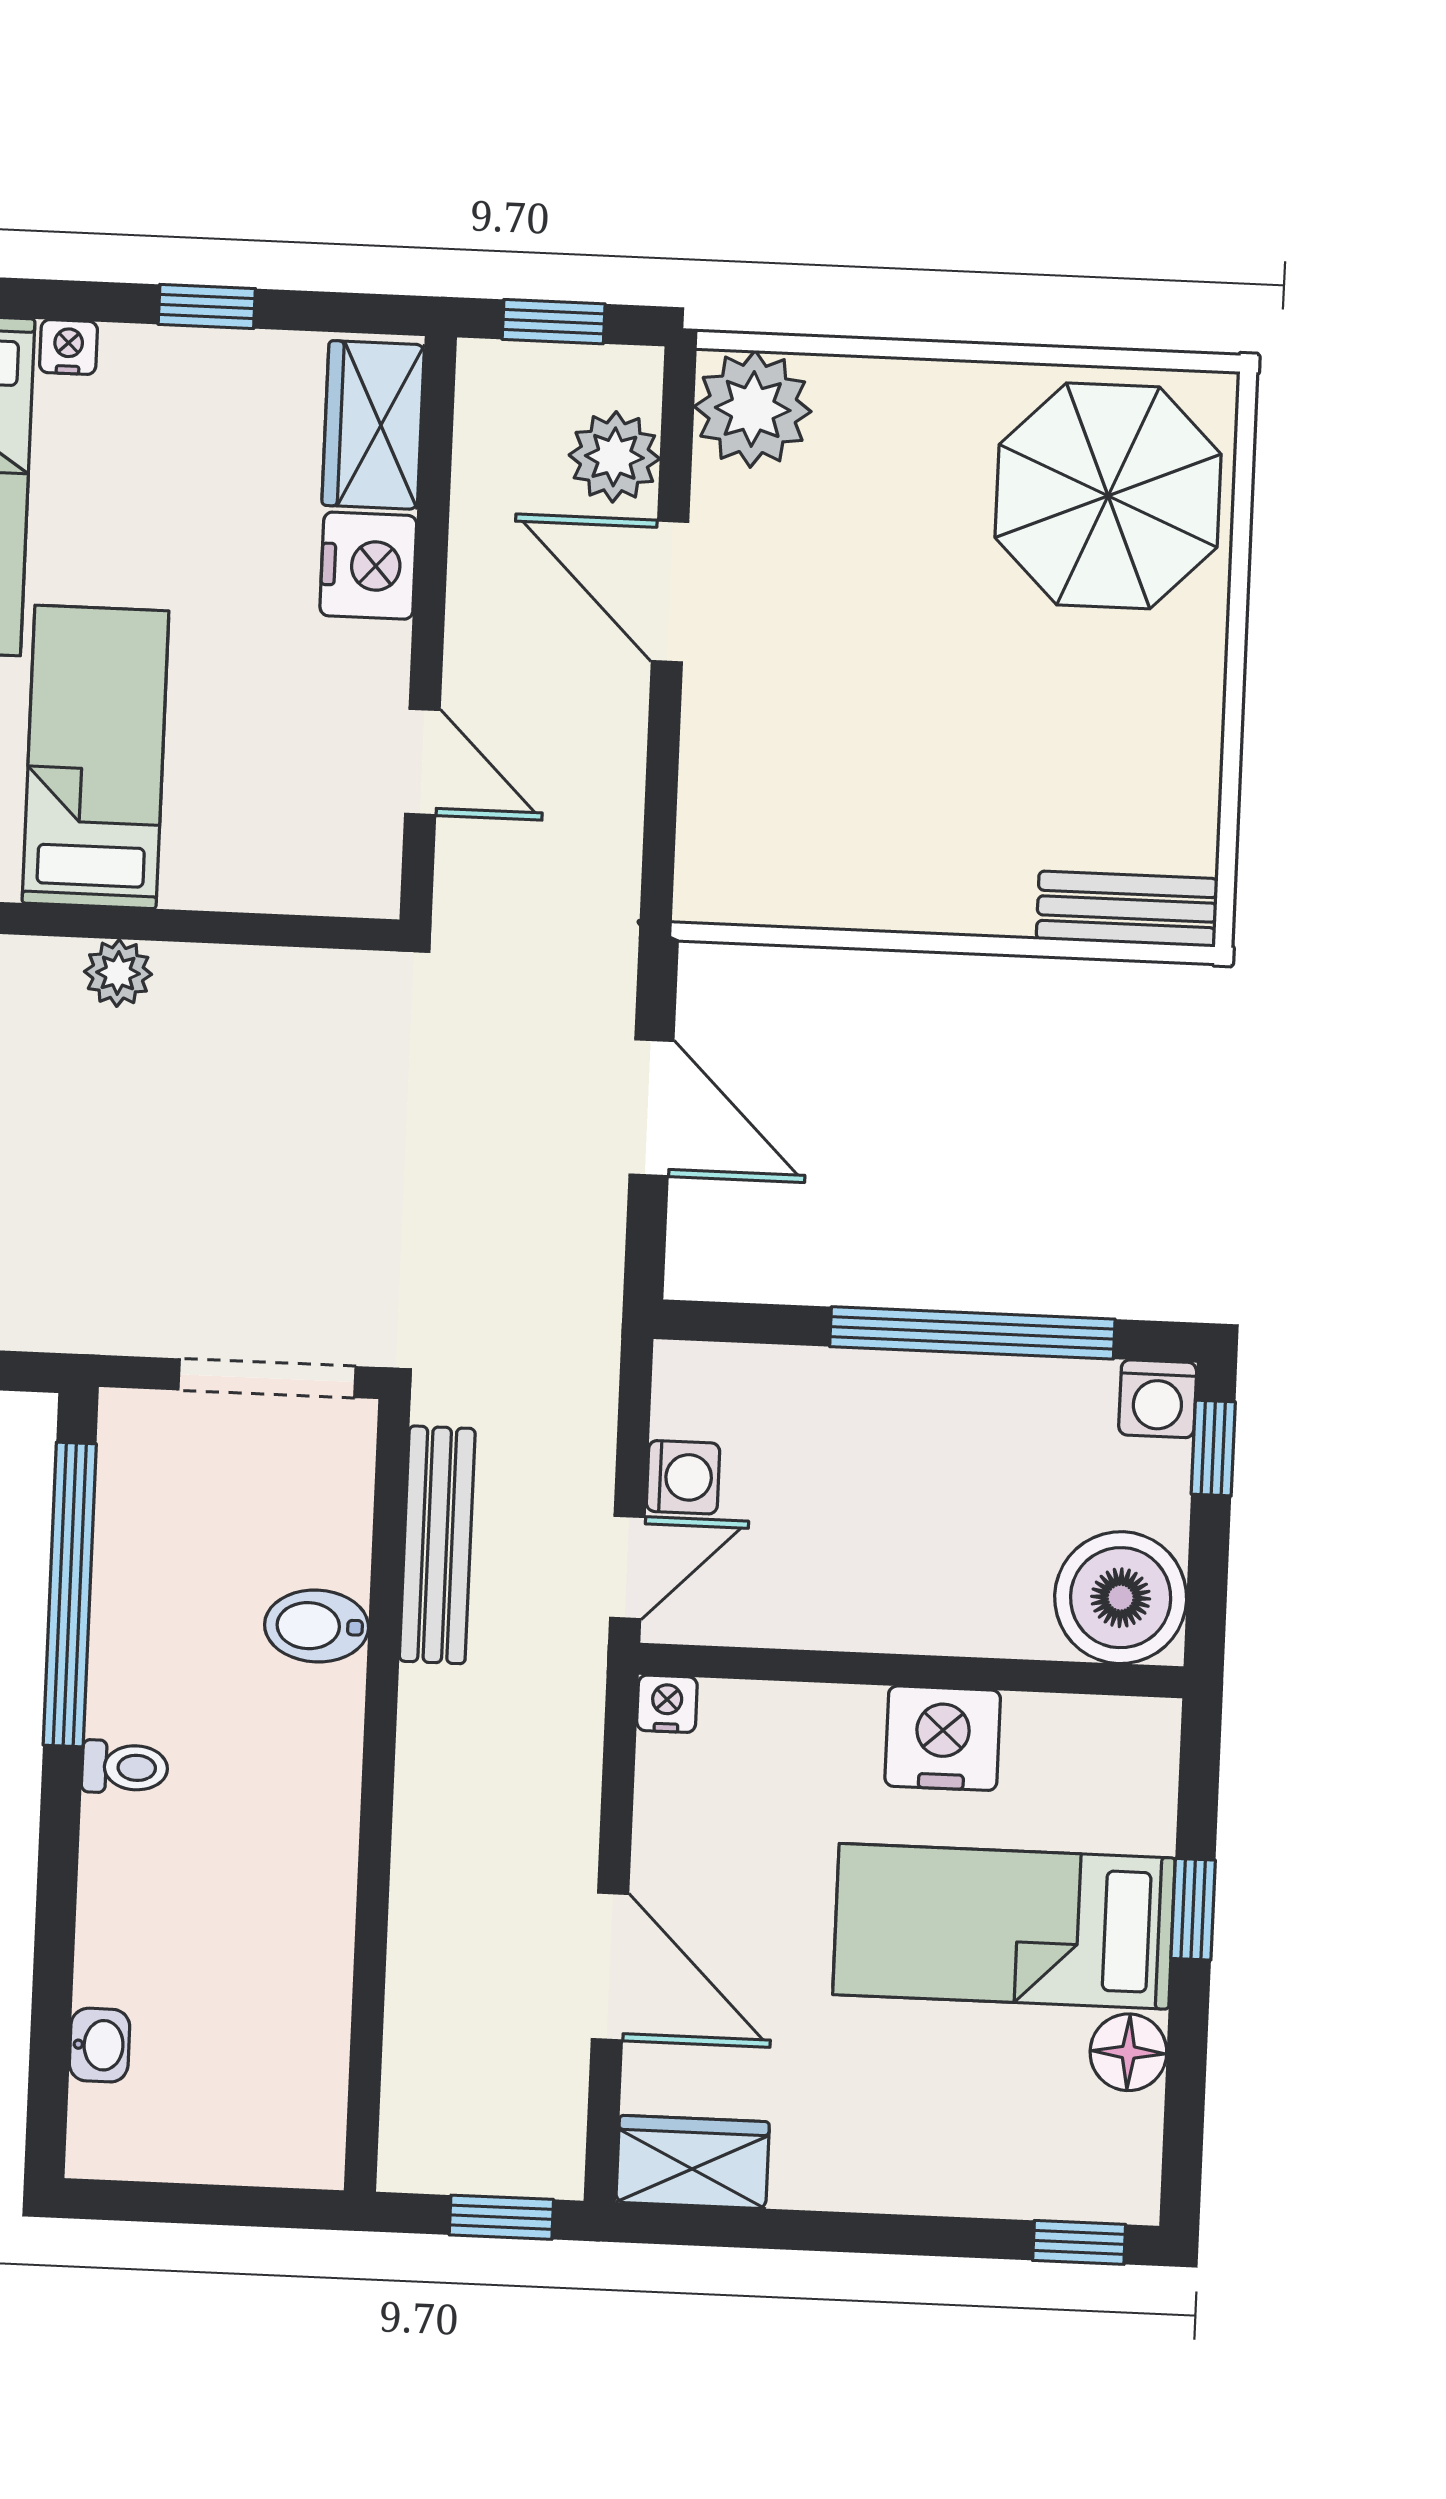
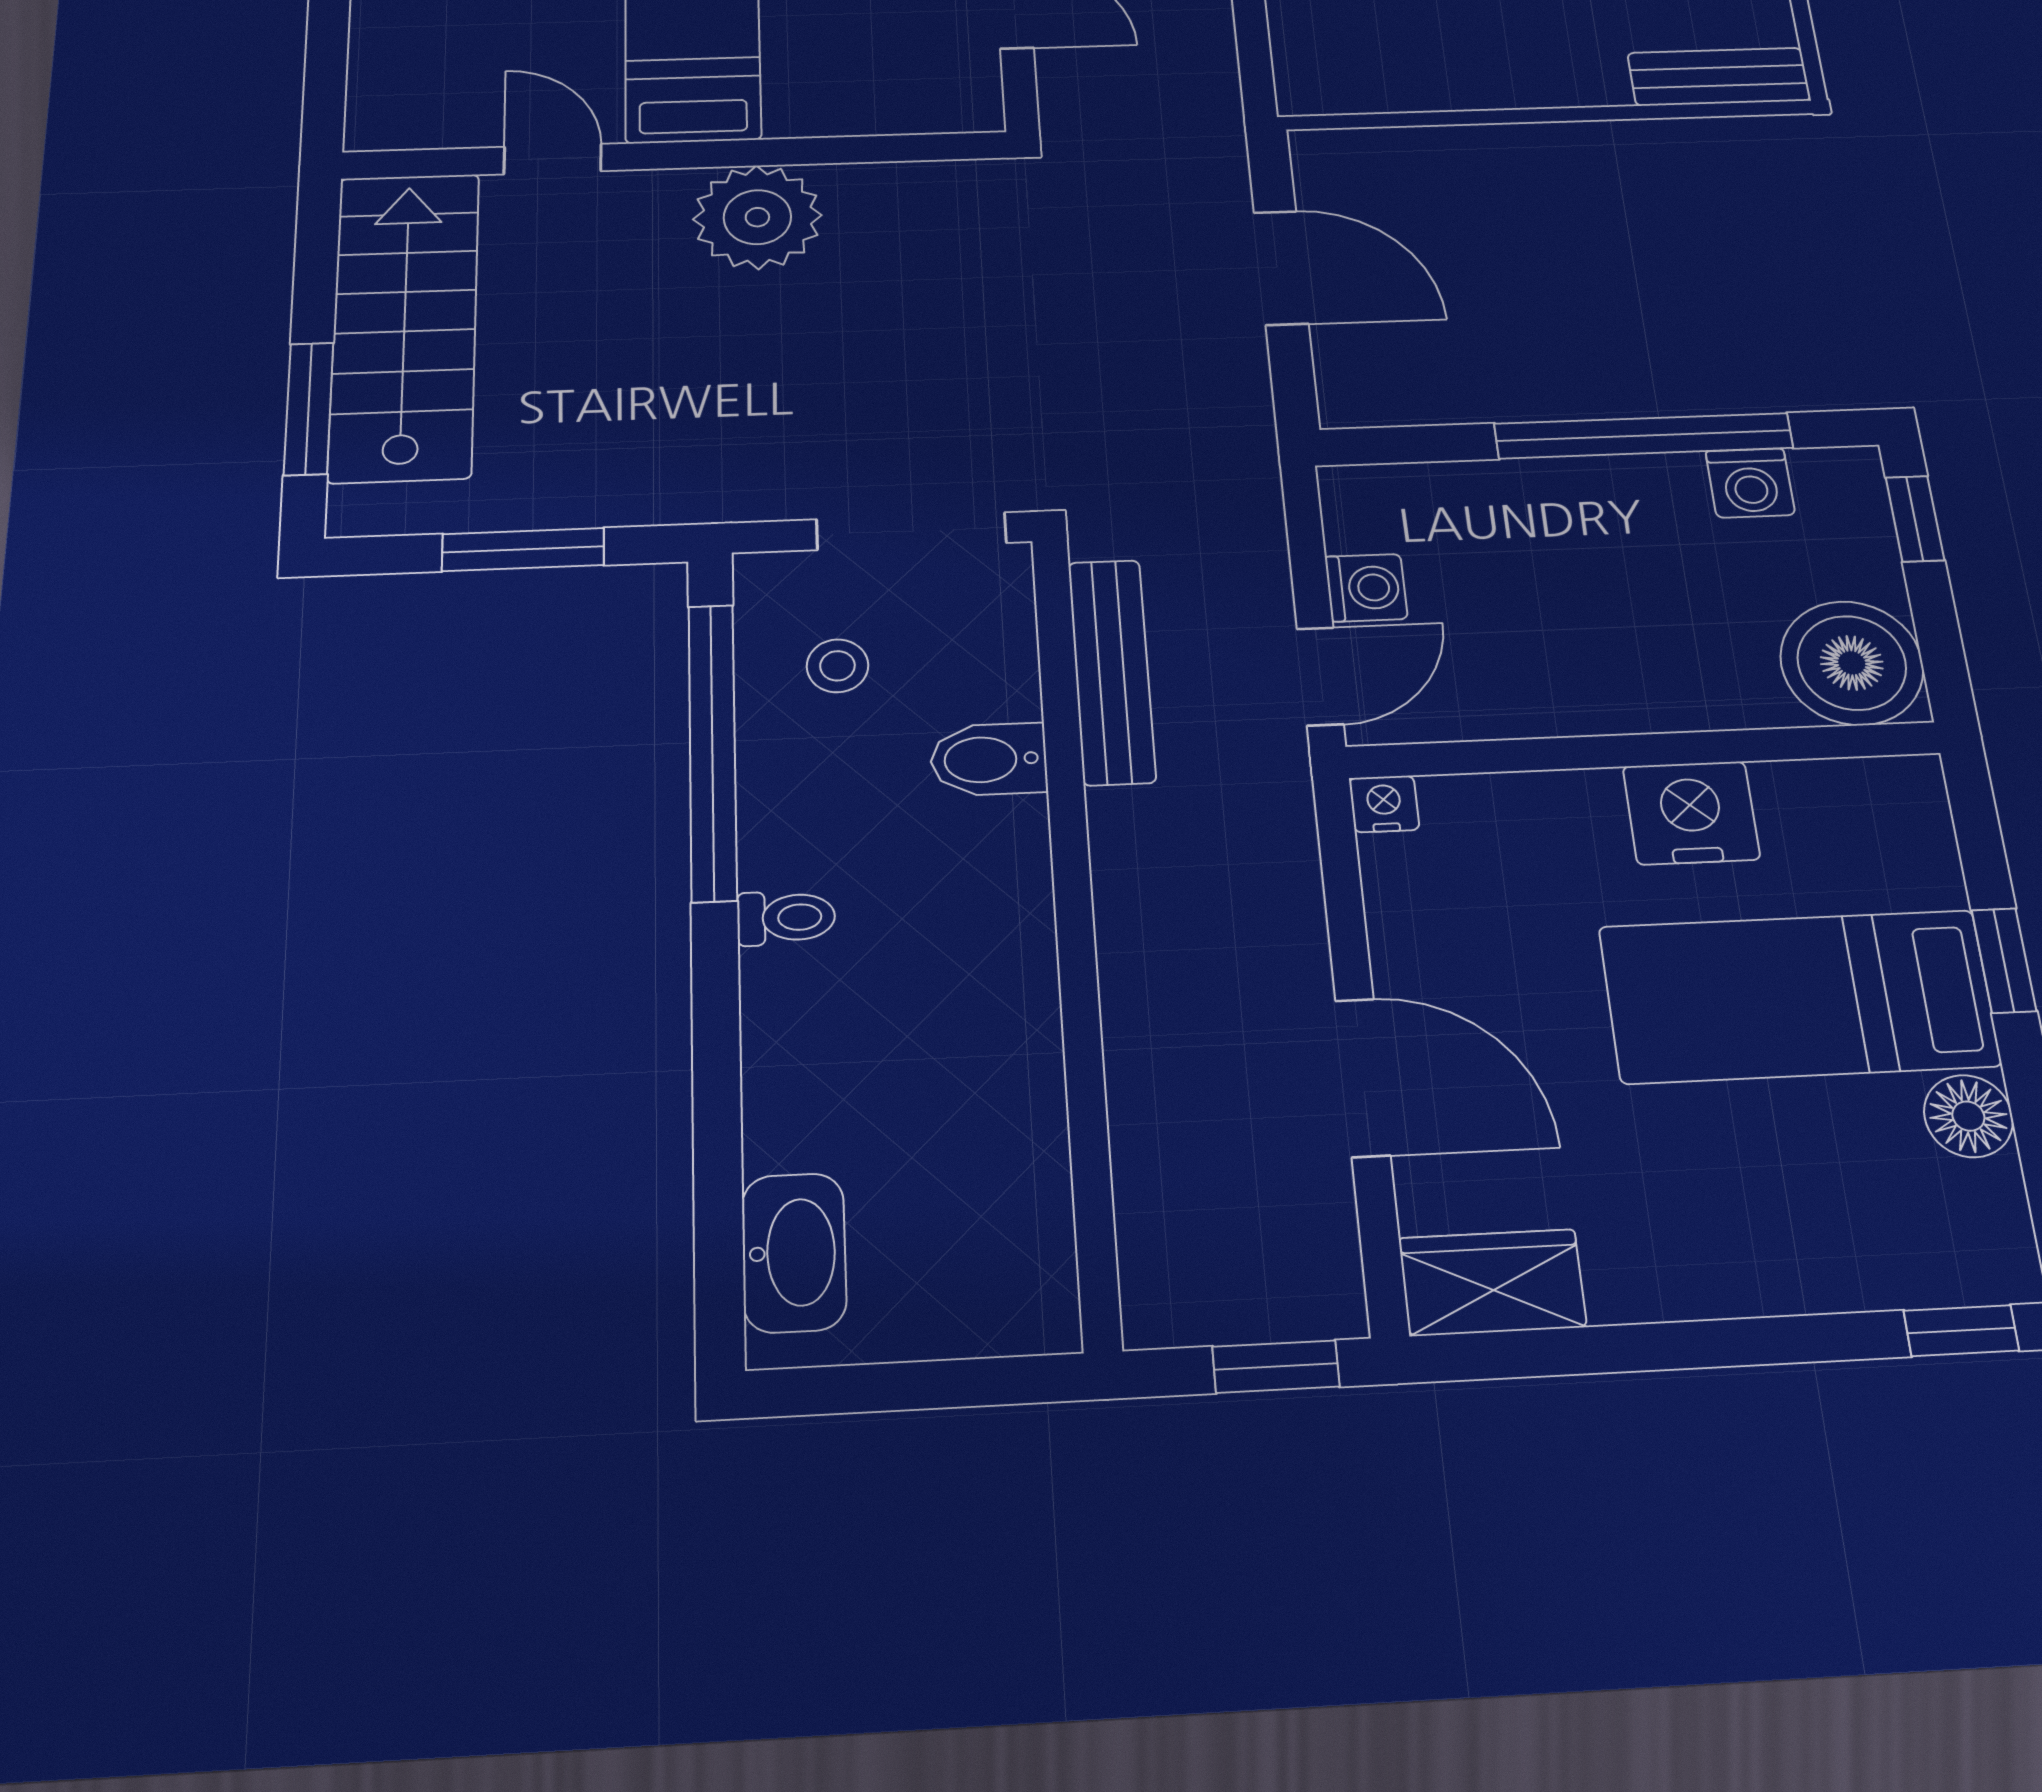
plant: (118, 973) -> (757, 217), width x1.87, depth x1.87
washing machine: (1158, 1399) -> (1750, 483), moved
stool: (188, 1517) -> (837, 666), added
washbasin: (99, 2045) -> (794, 1253), width x1.91, depth x1.45

